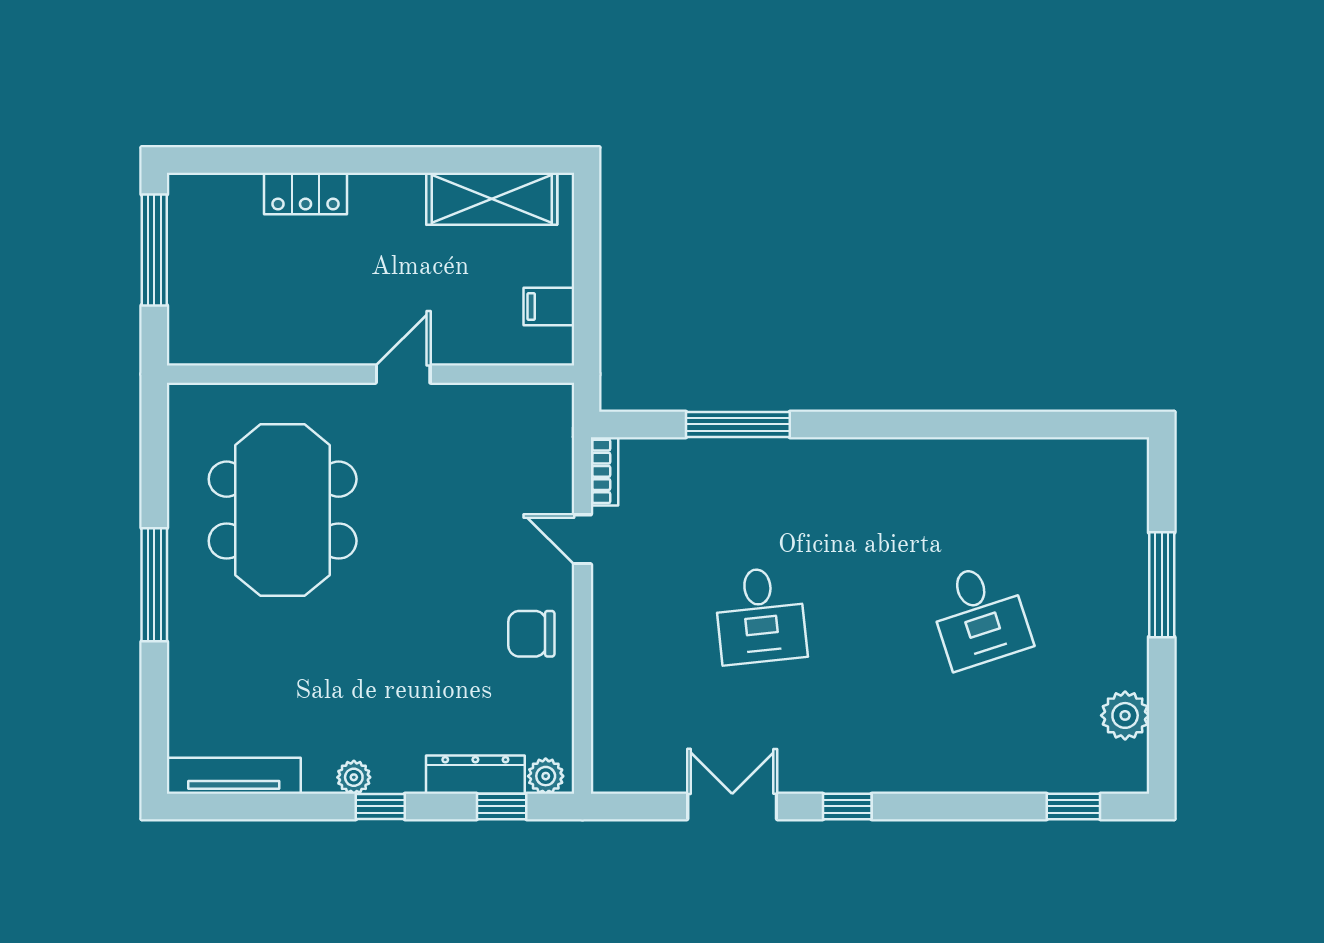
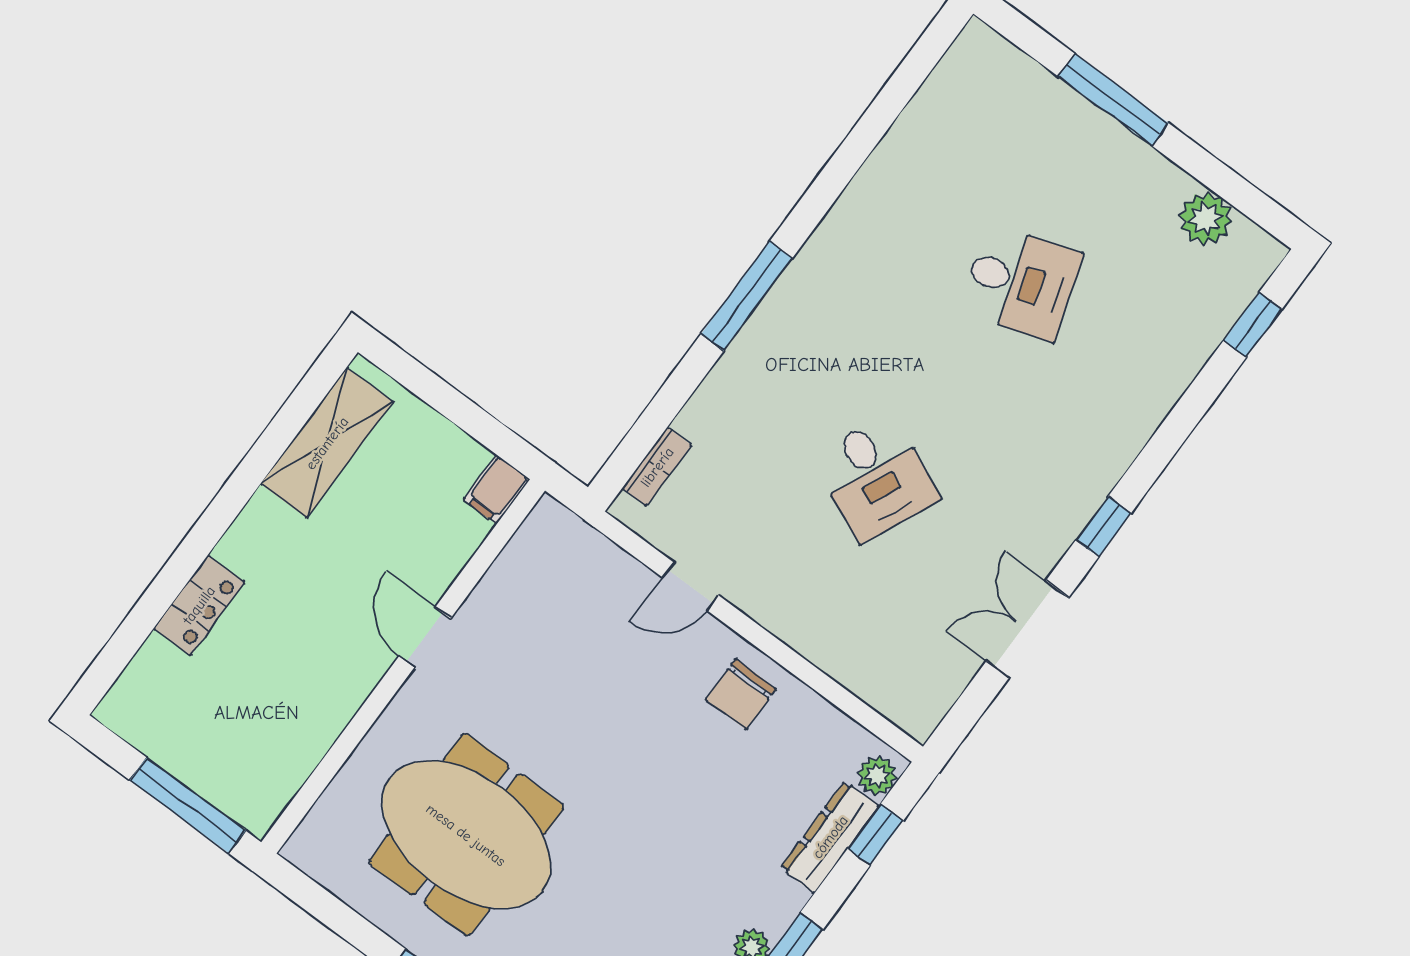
window: (154, 250) -> (188, 805), moved
filing cabinet: (549, 306) -> (496, 489), moved
window: (738, 424) -> (747, 296), moved
bookcase: (605, 471) -> (657, 467), moved, turned 90
desk: (760, 615) -> (876, 478), turned 30

